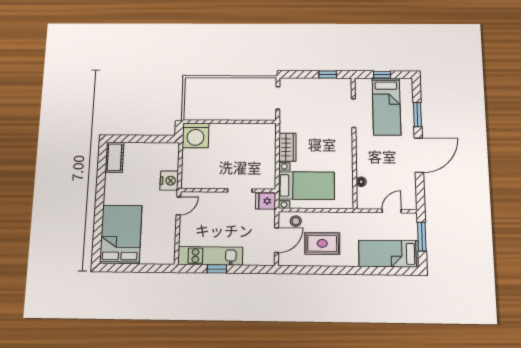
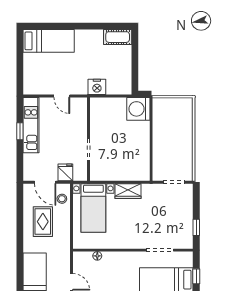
fridge: (266, 201) -> (65, 172), moved
door: (178, 206) -> (62, 96), moved
bed: (121, 234) -> (49, 41), width x0.67

